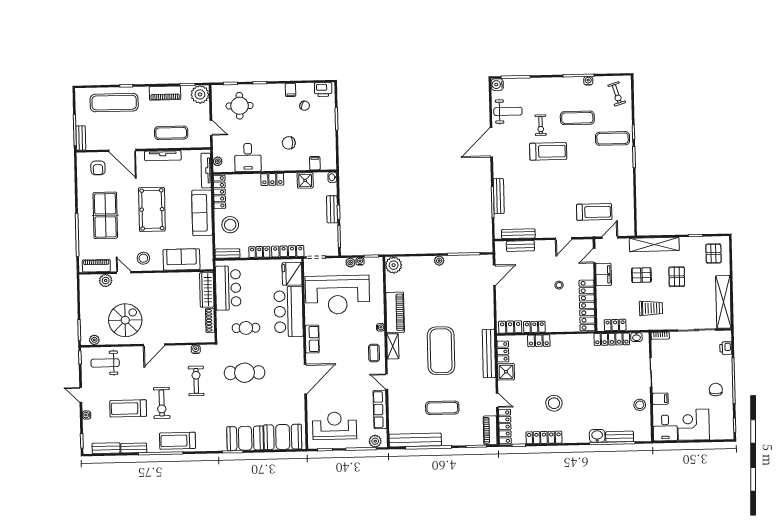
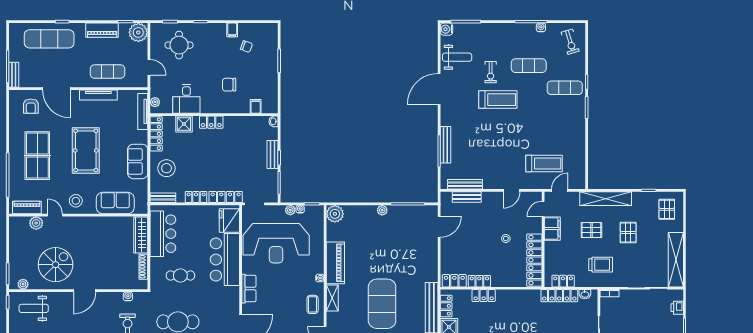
printer: (323, 90) -> (266, 30), removed
shower: (305, 180) -> (184, 124), moved
sofa: (202, 213) -> (138, 161), width x0.73

